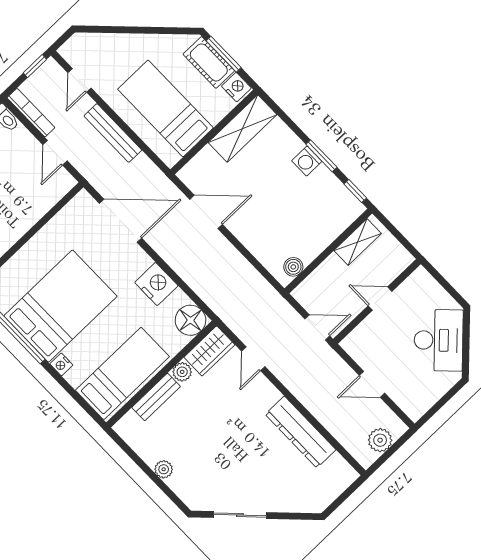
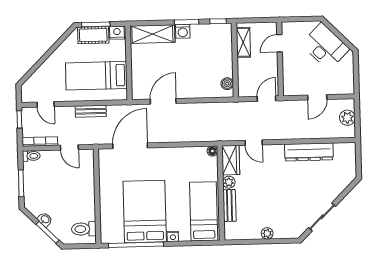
shelving: (243, 129) -> (152, 34), moved, turned 90
bench: (113, 133) -> (91, 111), width x0.73
nightstand: (156, 284) -> (176, 156), removed
door: (380, 299) -> (280, 43), moved
floor lamp: (190, 320) -> (212, 151), width x0.53, depth x0.53

